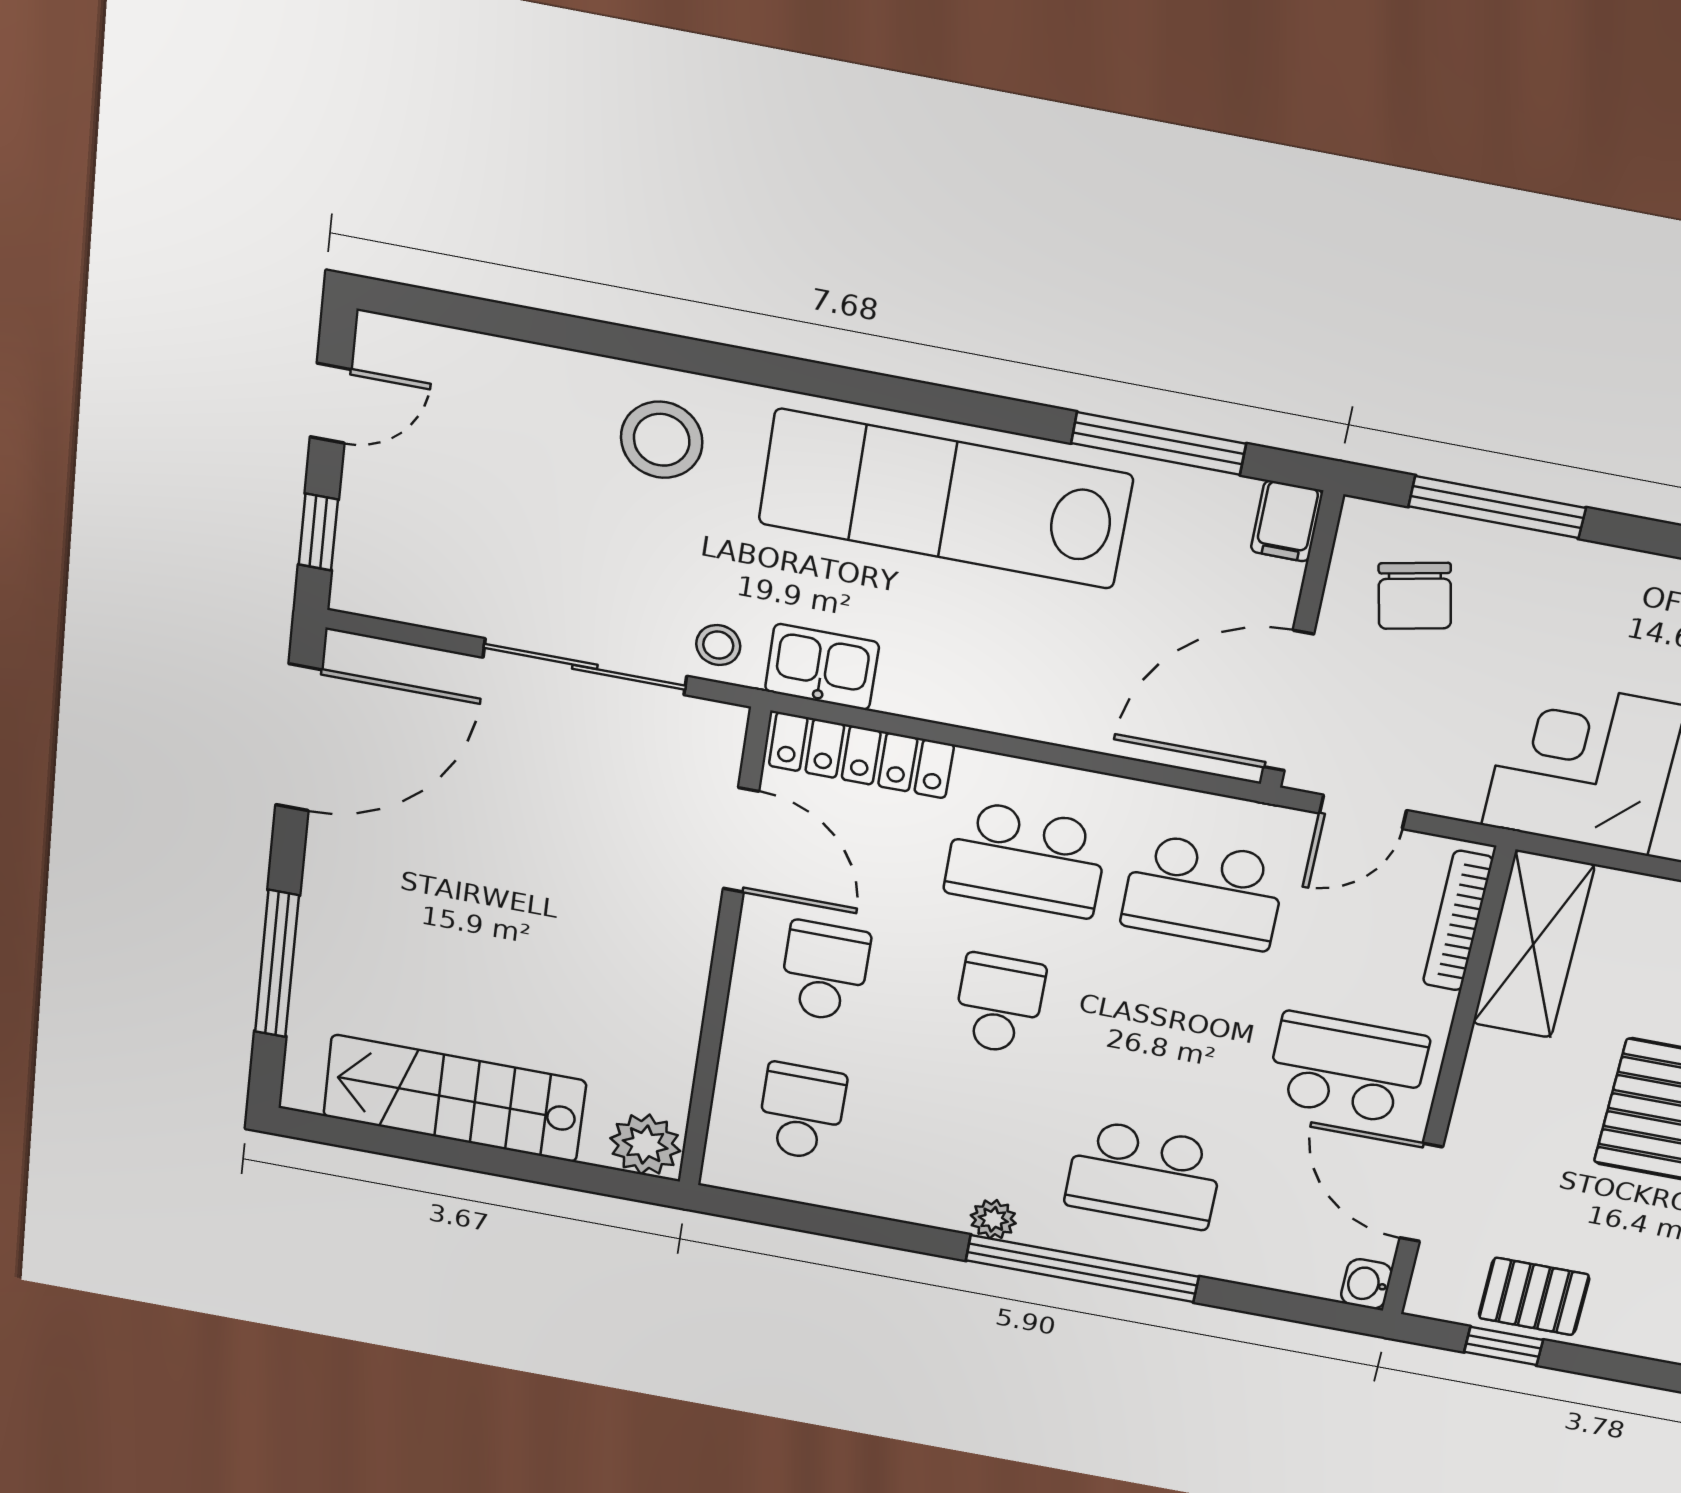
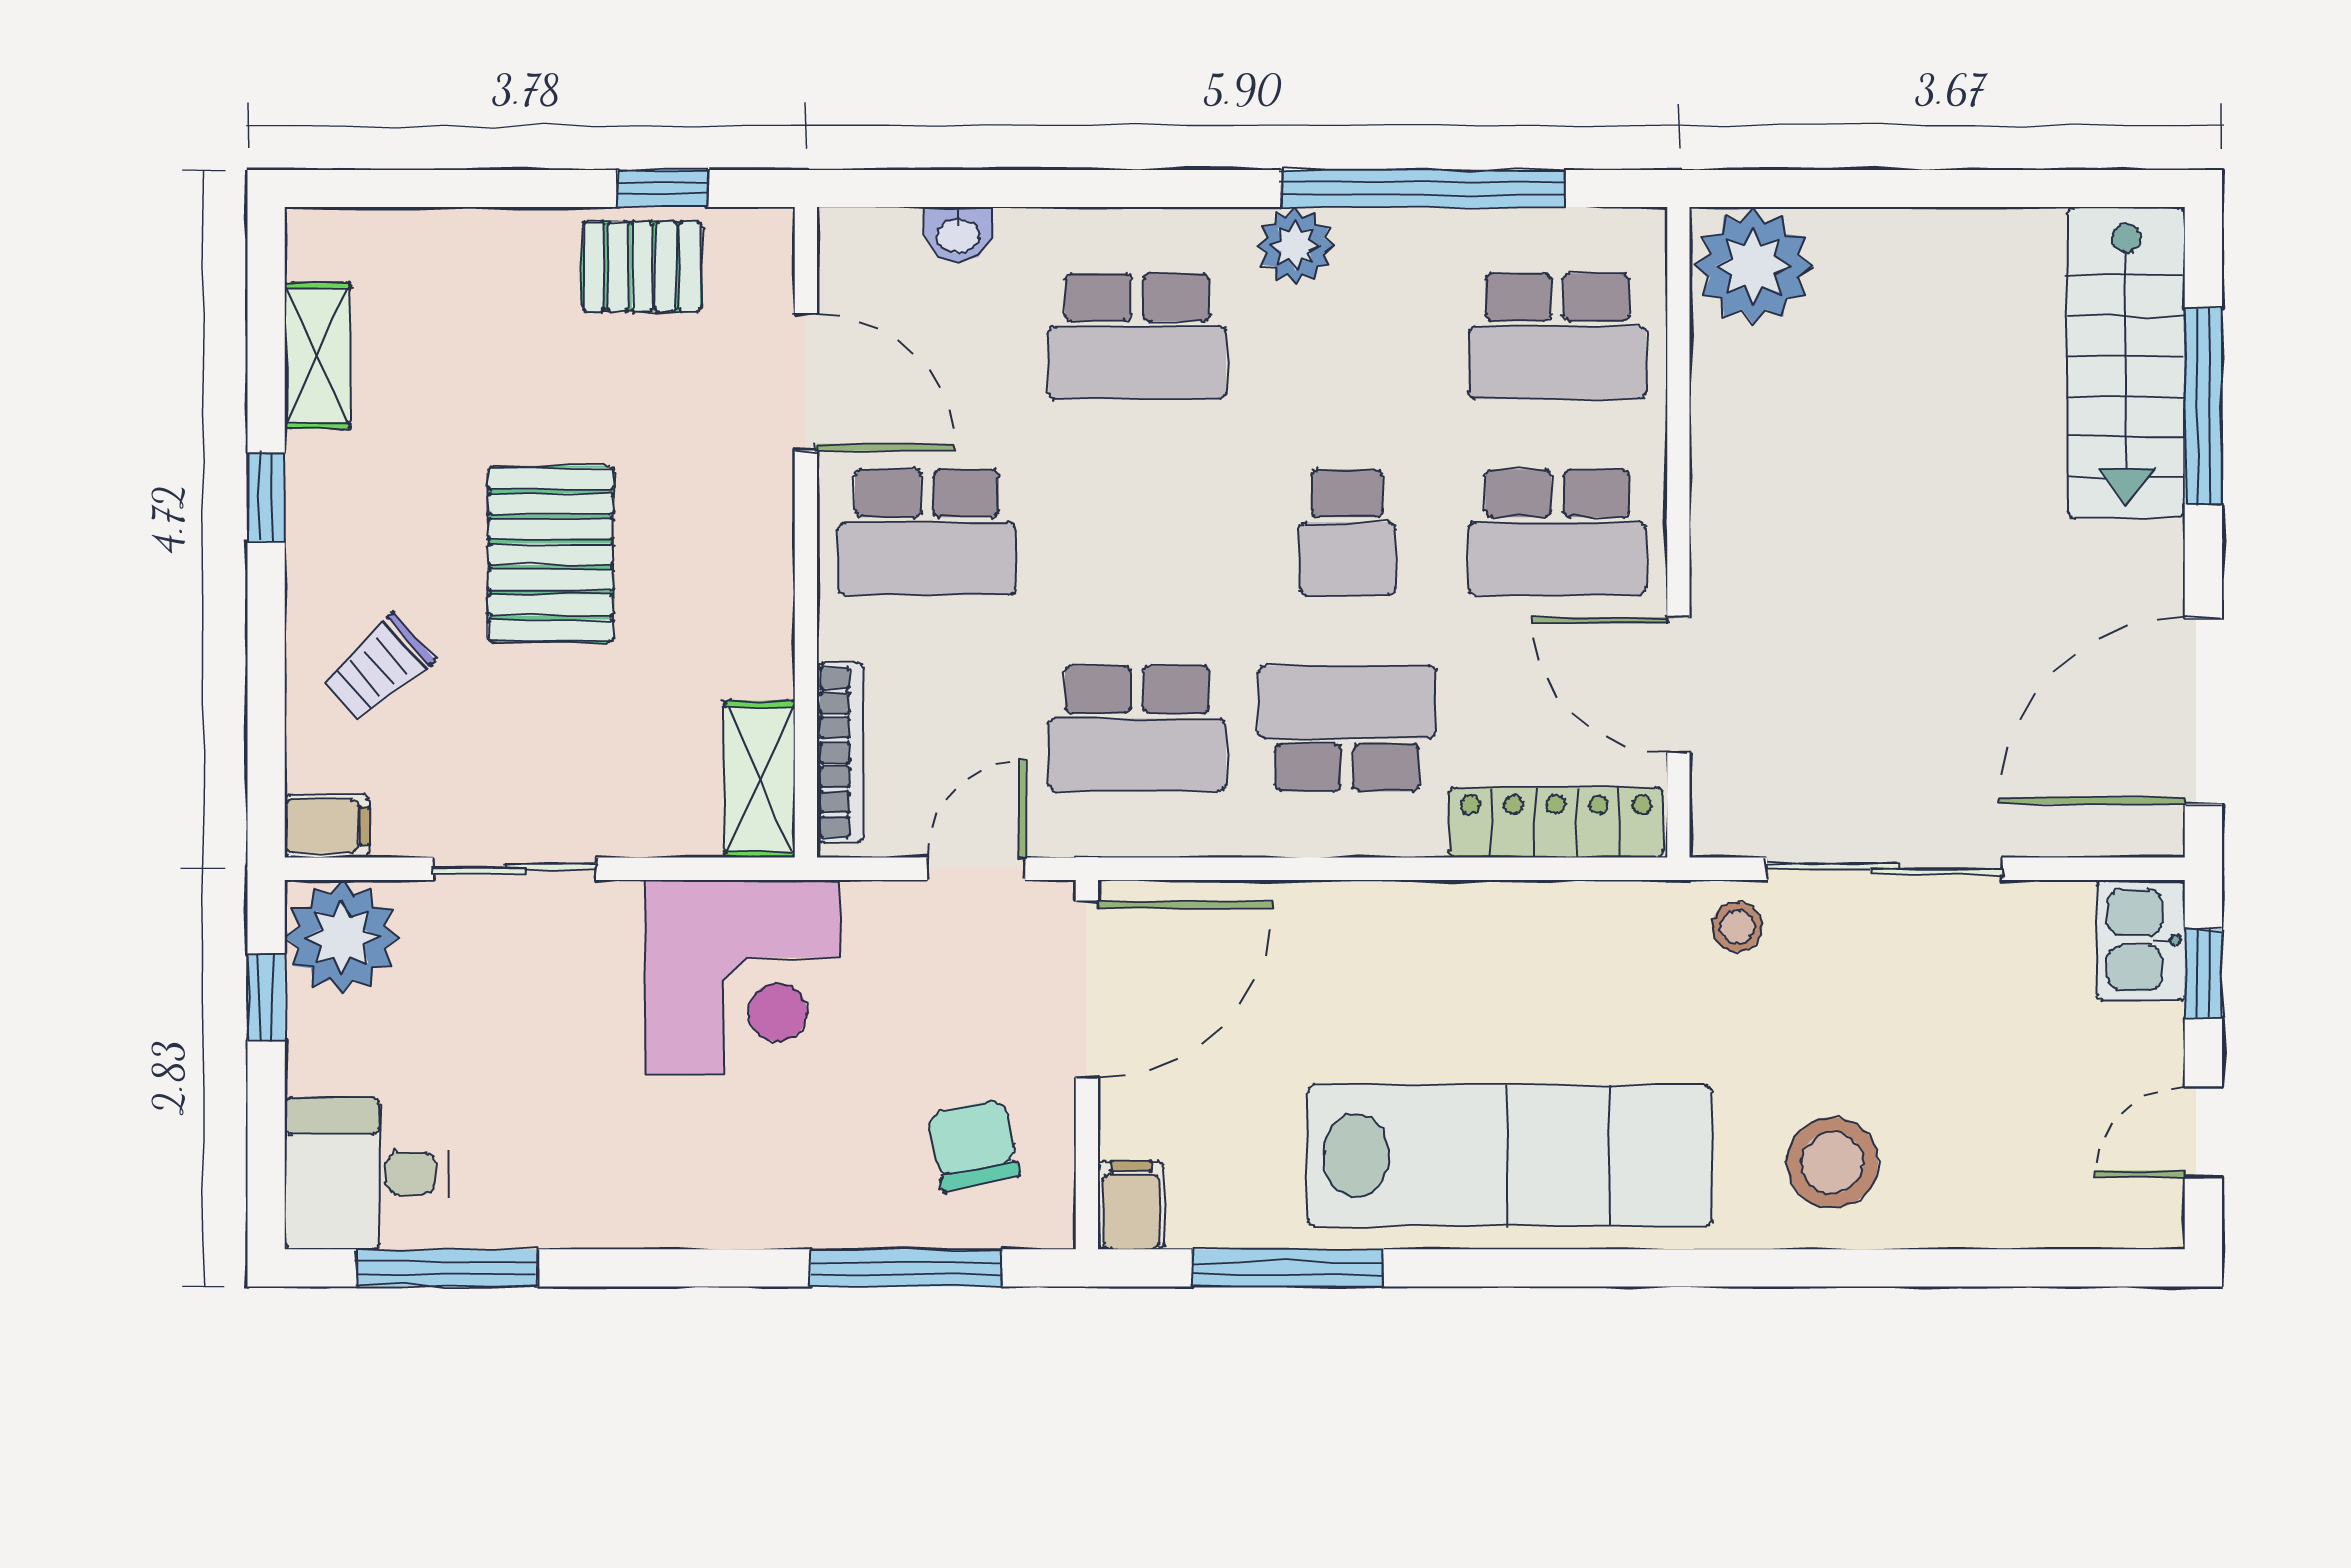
kitchen sink: (822, 667) -> (2141, 940), moved, turned 90
school desk: (1203, 892) -> (1137, 728), turned 180
shelving: (1533, 945) -> (760, 779), width x0.67, depth x0.75
school desk: (825, 972) -> (1557, 532), width x1.85
stairs: (454, 1098) -> (2126, 363), moved, turned 90
school desk: (802, 1112) -> (1557, 336), width x1.85
plant: (645, 1145) -> (1754, 266), width x1.36, depth x1.36
school desk: (1144, 1175) -> (1137, 336), turned 180
plant: (993, 1219) -> (1295, 246), width x1.38, depth x1.38
window: (1082, 1269) -> (1423, 188), moved
washbasin: (1366, 1284) -> (958, 234), moved, turned 90

